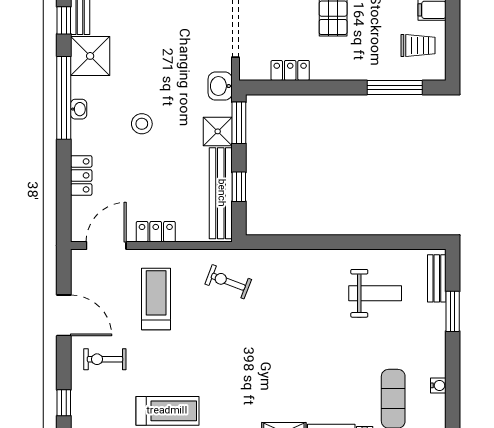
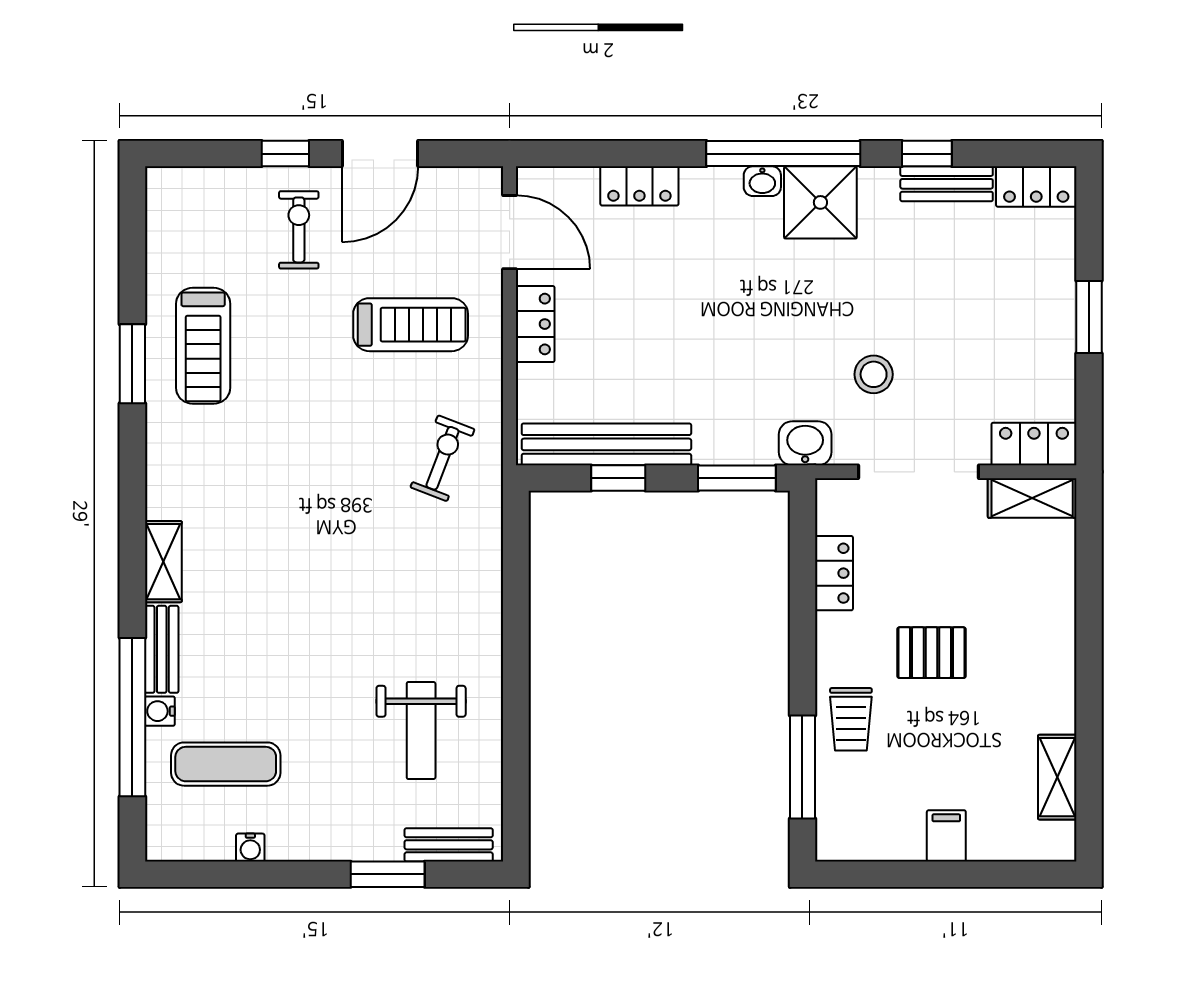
trolley: (418, 45) -> (851, 719), moved
shower: (90, 56) -> (820, 202), moved
stool: (142, 124) -> (874, 374), moved
shower: (218, 131) -> (721, 439), removed
window: (64, 403) -> (285, 154), moved

